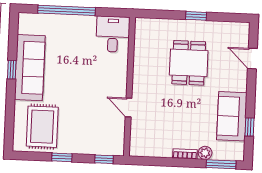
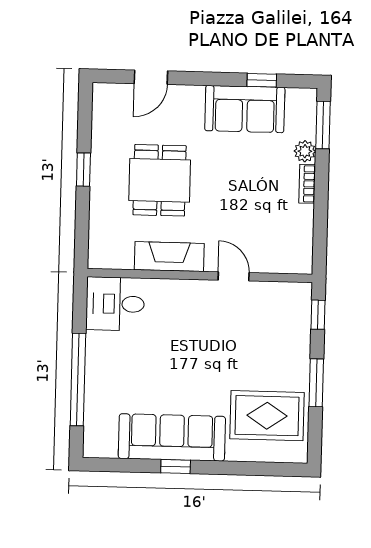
dining table: (189, 63) -> (160, 180), turned 90
fireplace: (141, 68) -> (169, 257), added
door: (129, 108) -> (234, 276), swing flipped
window: (62, 157) -> (316, 383), width x1.50

